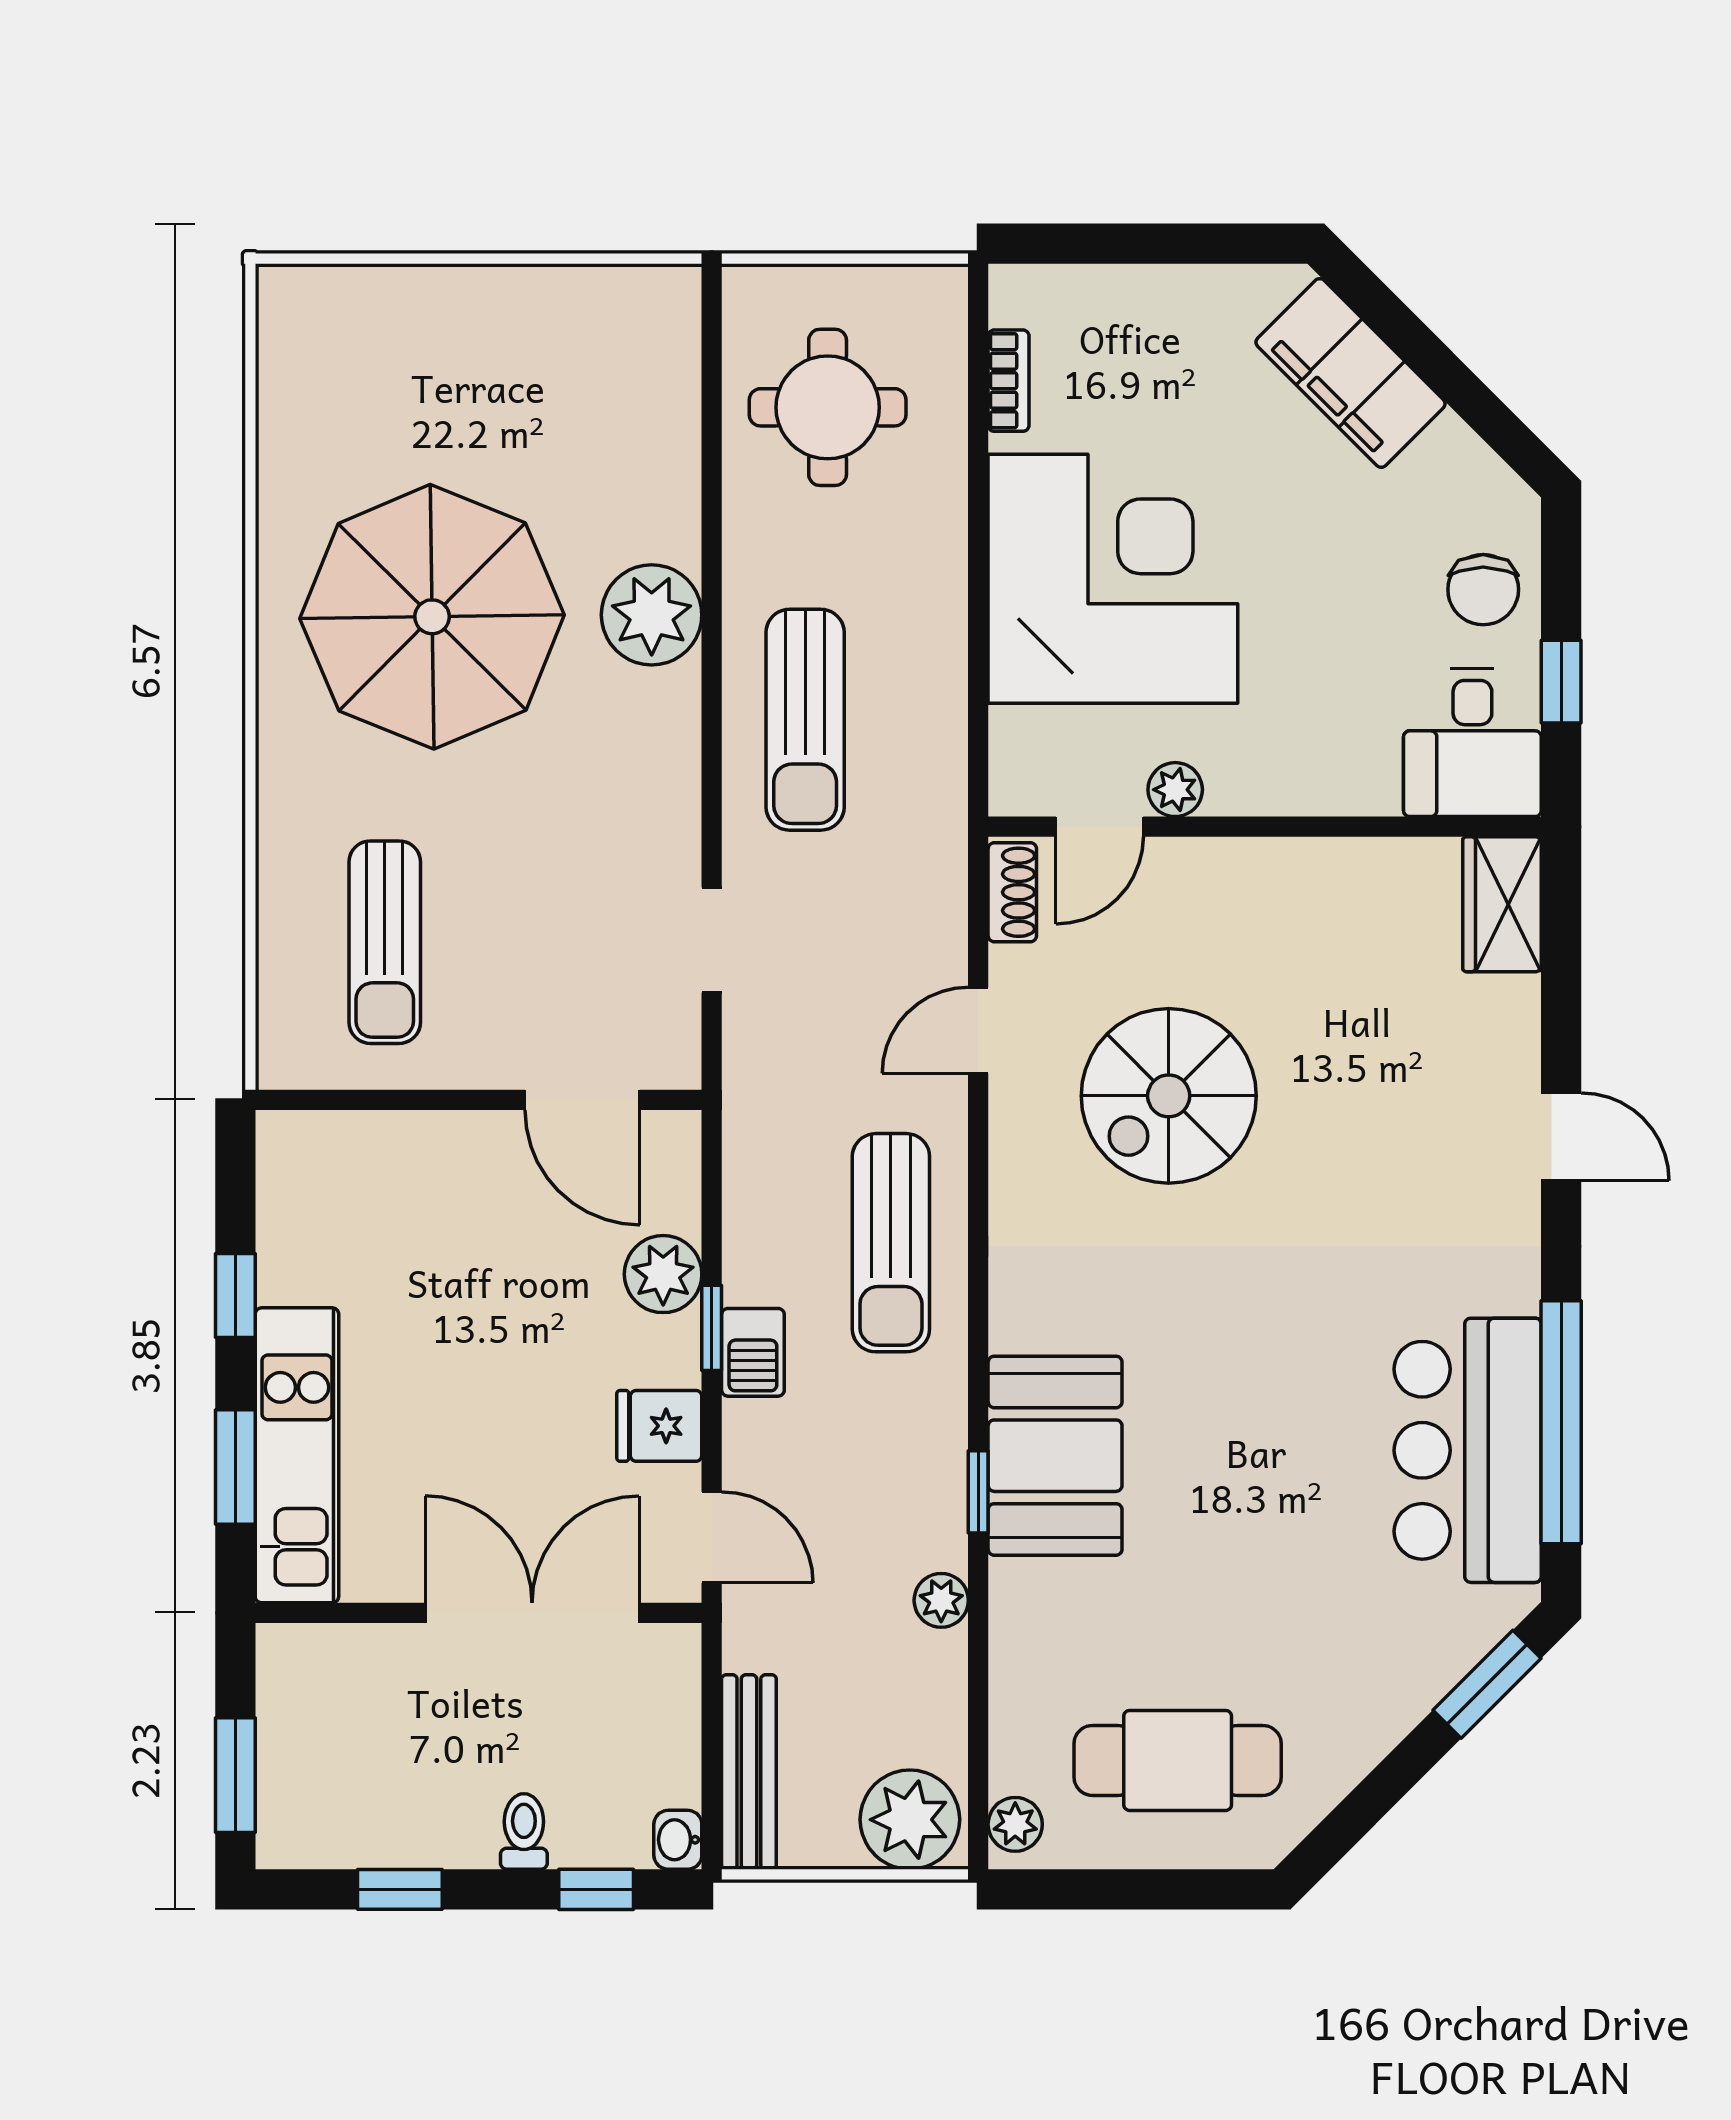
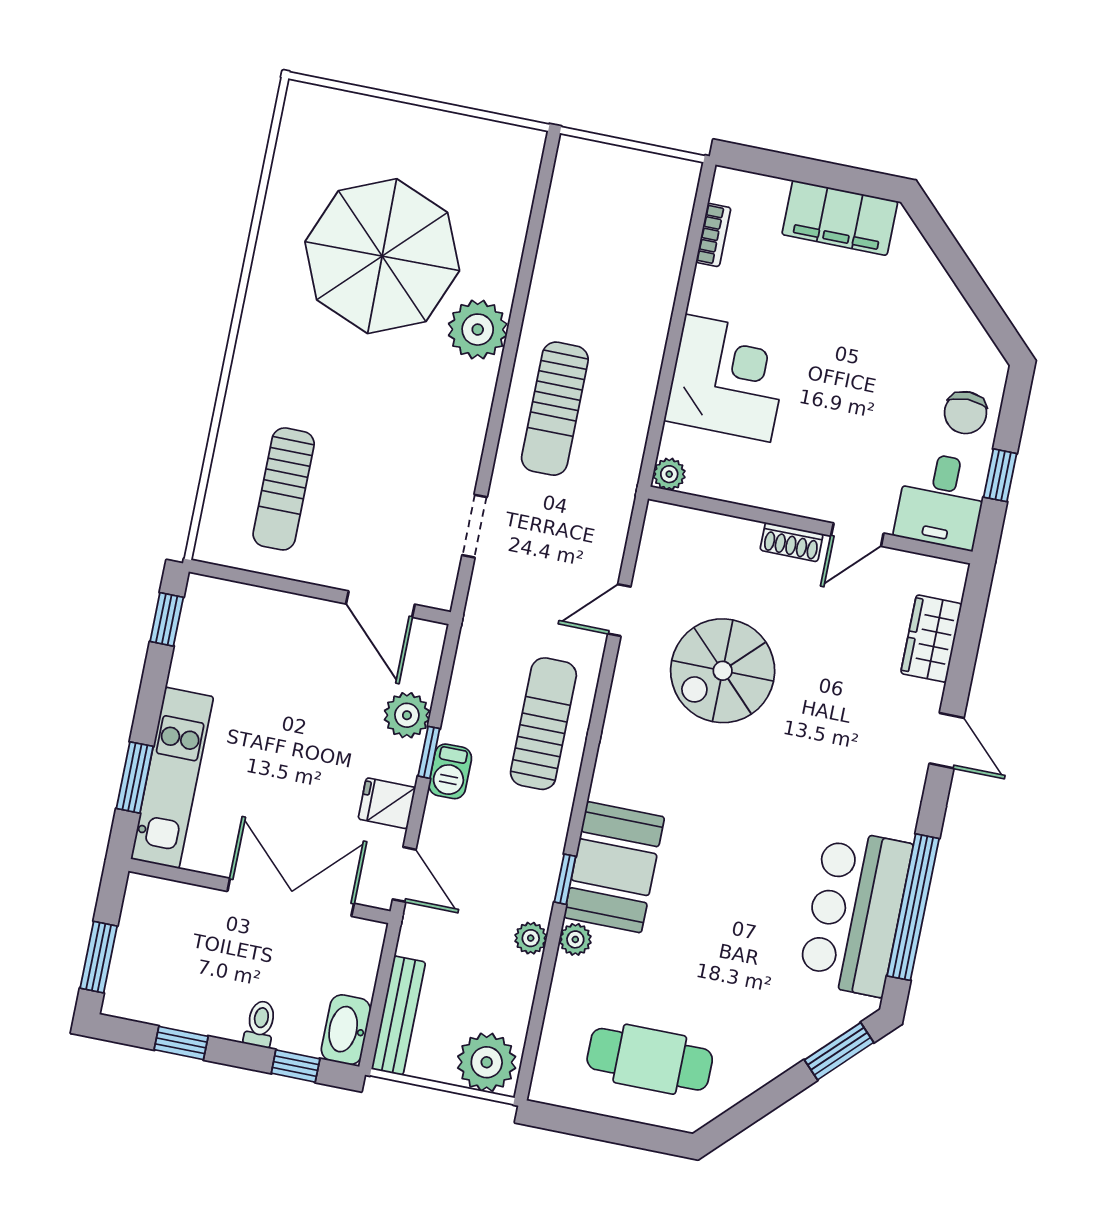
filing cabinet: (1350, 373) -> (840, 218), moved, turned -45
round table: (828, 407) -> (605, 229), removed
corner desk: (1113, 579) -> (728, 378), width x0.74, depth x0.74
parasol: (432, 617) -> (382, 256), moved
plant: (1175, 790) -> (669, 474), moved
door: (1100, 827) -> (857, 535), moved
shoe rack: (1012, 892) -> (792, 542), moved, turned 90
wardrobe: (1502, 904) -> (931, 639), moved
sun lounger: (891, 1243) -> (543, 724), turned 180
window: (235, 1295) -> (167, 619), moved
plant: (1015, 1824) -> (575, 939), moved
washbasin: (678, 1840) -> (346, 1030), width x1.91, depth x1.45

